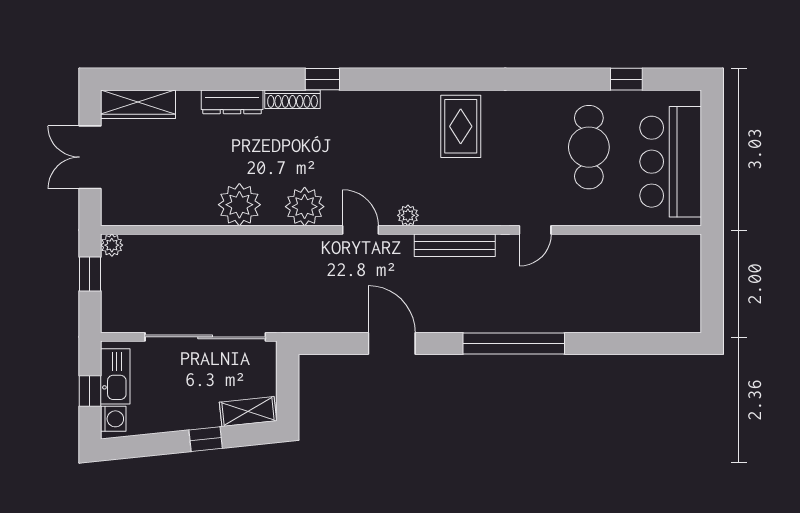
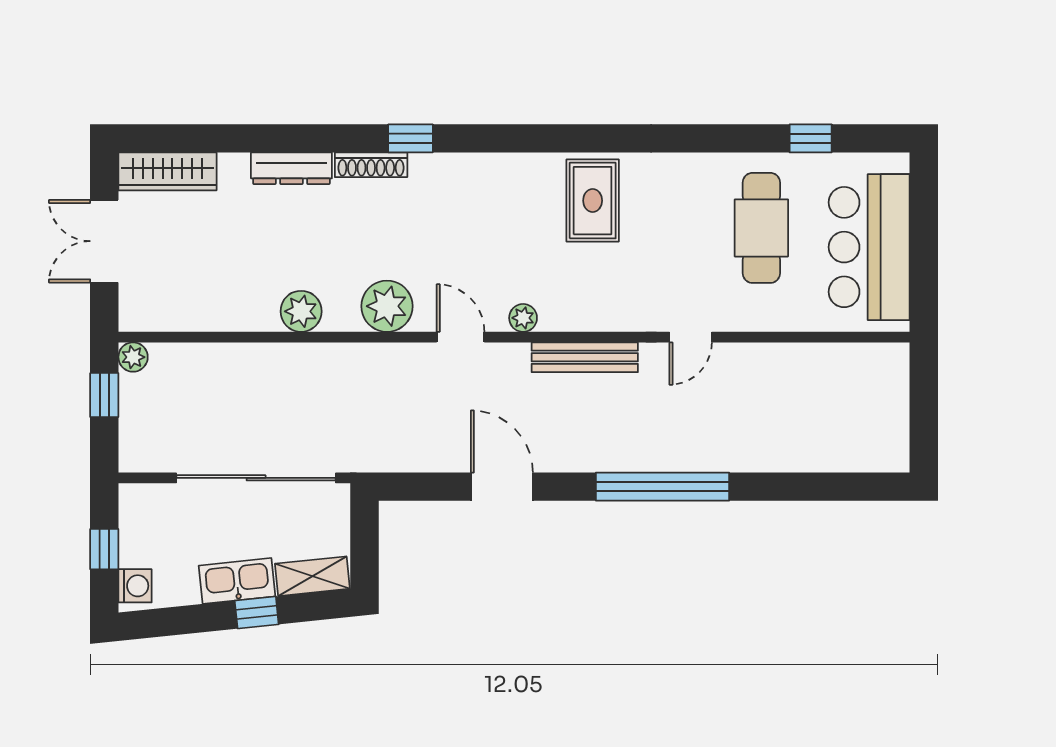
plant: (239, 205) -> (301, 311), width x0.73, depth x0.73
kitchen sink: (115, 376) -> (237, 581), moved, turned -96

